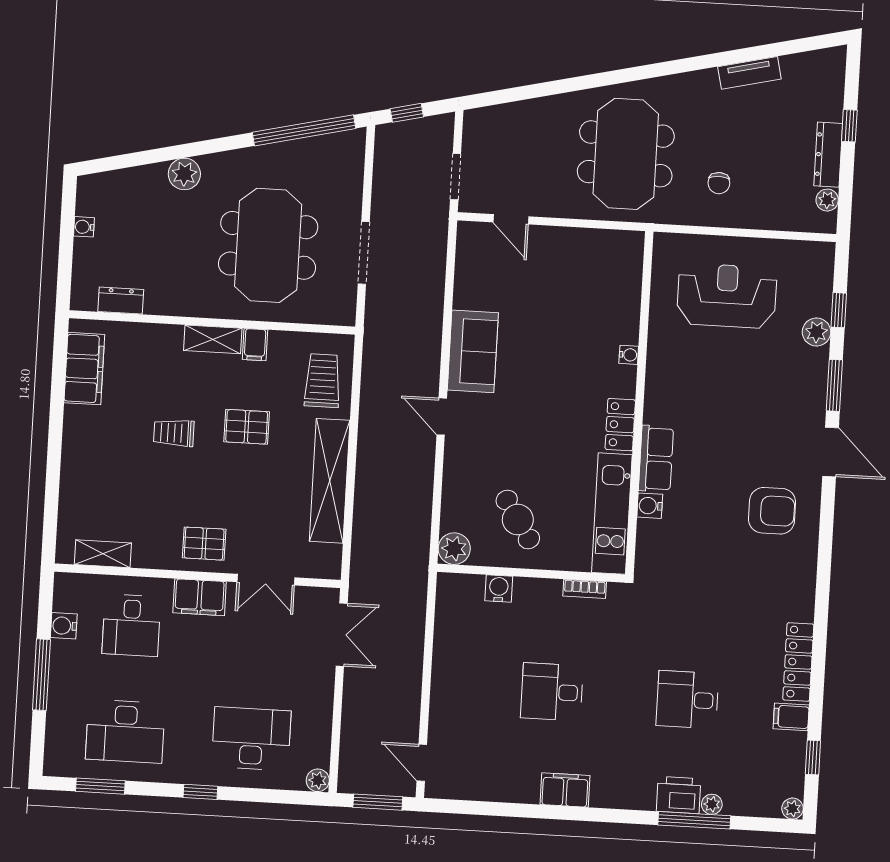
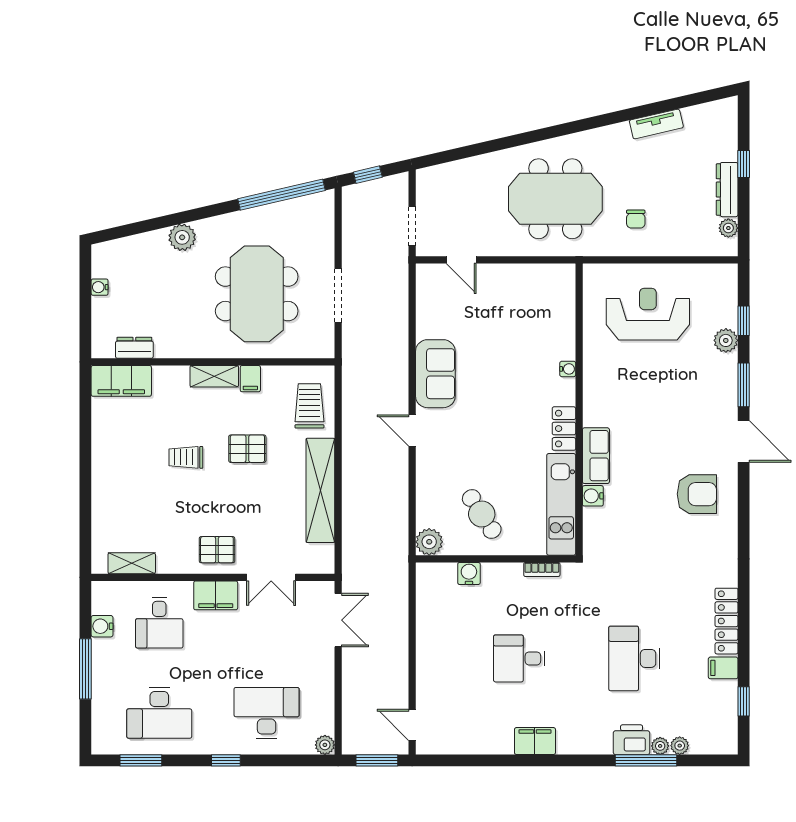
meeting table: (626, 154) -> (555, 199), turned 90
filing cabinet: (84, 369) -> (121, 381), moved, turned 90
desk: (687, 700) -> (634, 658), width x1.37
plant: (793, 809) -> (680, 746), moved

